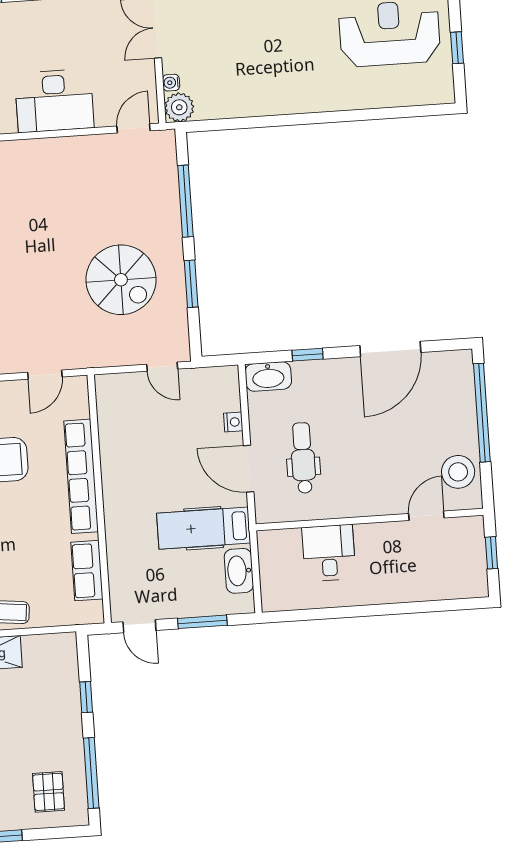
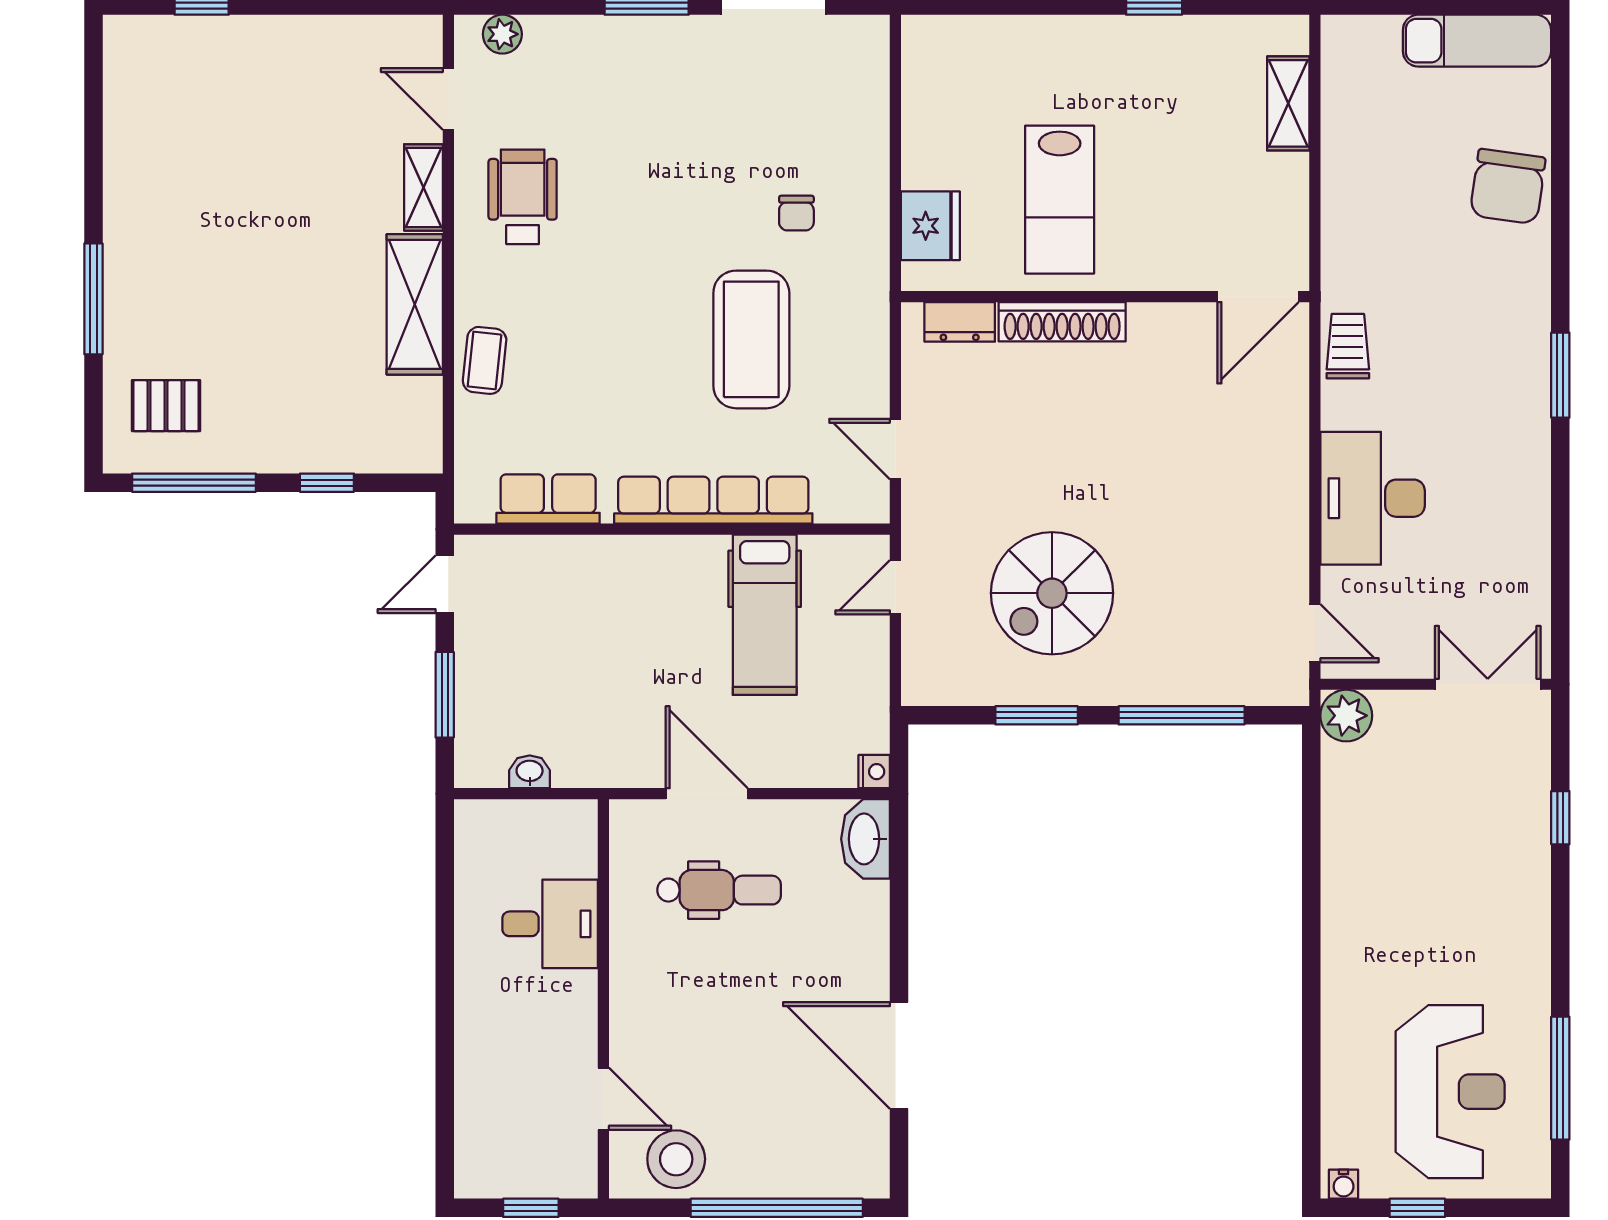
water cooler: (171, 83) -> (1344, 1184), moved, turned 180
window: (308, 355) -> (899, 910), removed
door: (162, 367) -> (895, 587), moved
nightstand: (233, 422) -> (874, 772), moved, turned -90
door: (249, 469) -> (707, 794), hinge flipped
hospital bed: (204, 528) -> (765, 615), moved, turned 180
washbasin: (239, 571) -> (530, 772), width x0.52, depth x0.69

